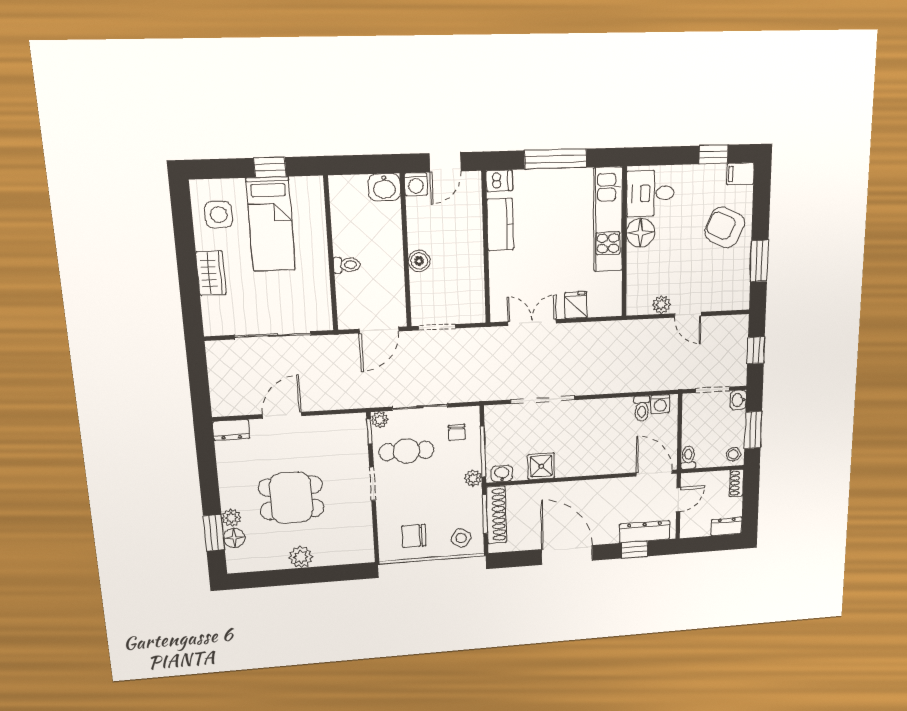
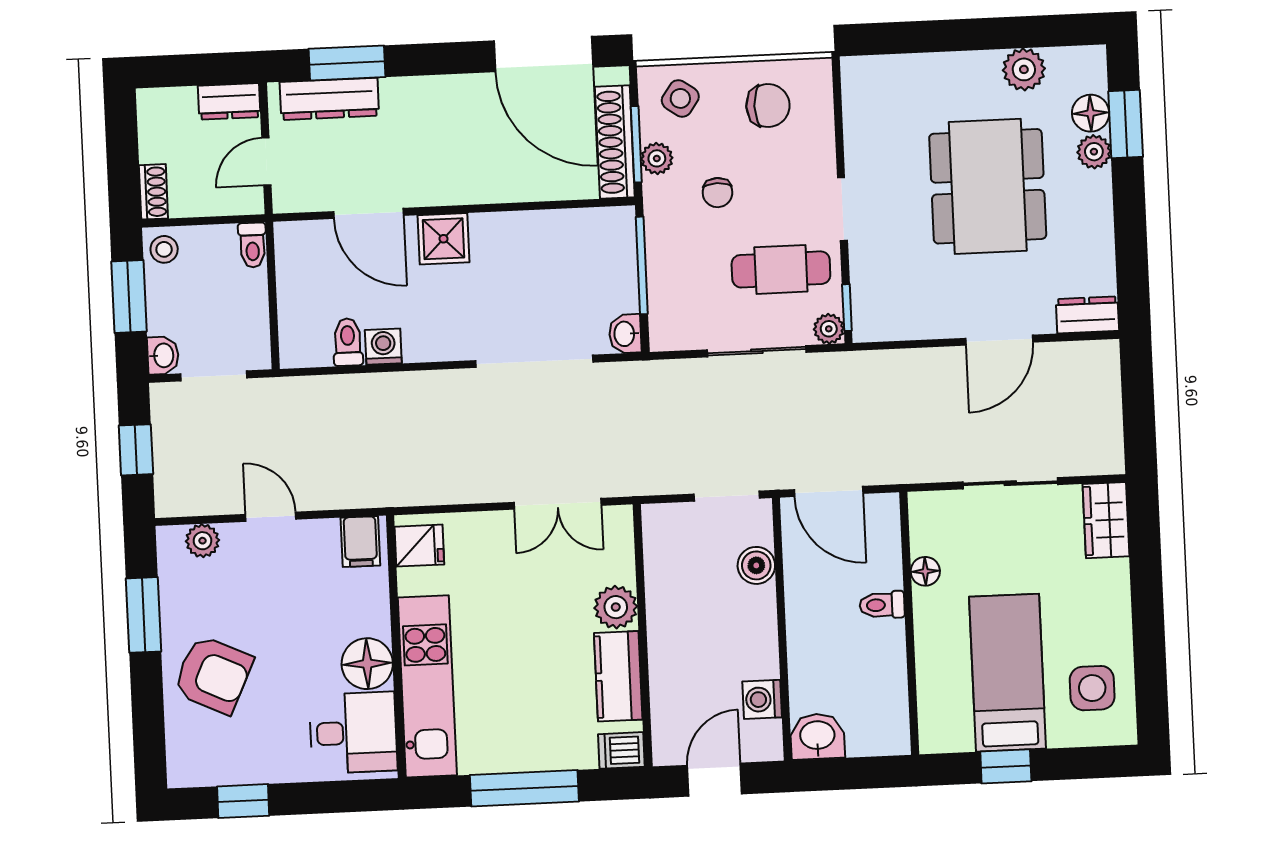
filing cabinet: (740, 174) -> (360, 542), moved, turned 90
washing machine: (416, 184) -> (762, 699), moved, turned -90
boiler: (419, 261) -> (756, 565), moved
plant: (501, 264) -> (616, 607), added
wardrobe: (211, 273) -> (1106, 520), moved
floor lamp: (322, 284) -> (925, 571), added
fridge: (576, 305) -> (419, 546), moved, turned -90
plant: (661, 305) -> (203, 541), moved
door: (379, 330) -> (829, 491), swing flipped
sliding door: (273, 335) -> (1010, 483), width x0.73
washing machine: (660, 404) -> (383, 347), moved
chair: (457, 433) -> (718, 193), moved, turned 180
shower: (541, 466) -> (444, 239), moved
door: (654, 473) -> (369, 213), moved
washbasin: (502, 474) -> (625, 334), moved, turned 90
plant: (473, 478) -> (657, 158), moved
dining table: (291, 498) -> (988, 186), width x1.38
dresser: (727, 526) -> (229, 101), moved
window: (634, 550) -> (347, 63), width x1.50
door: (567, 555) -> (544, 54), moved
plant: (301, 557) -> (1024, 69), moved

